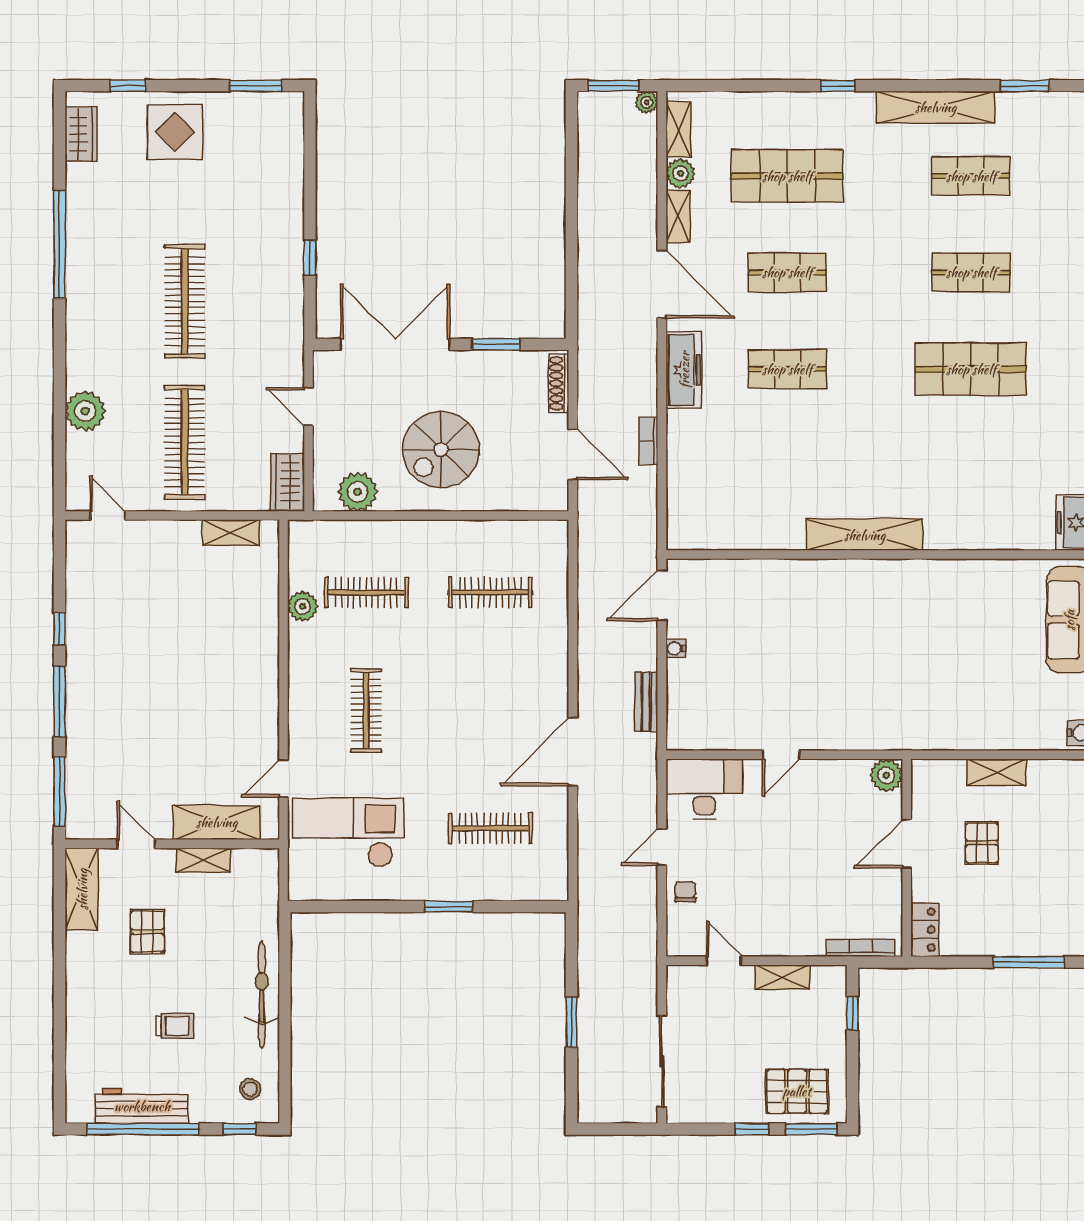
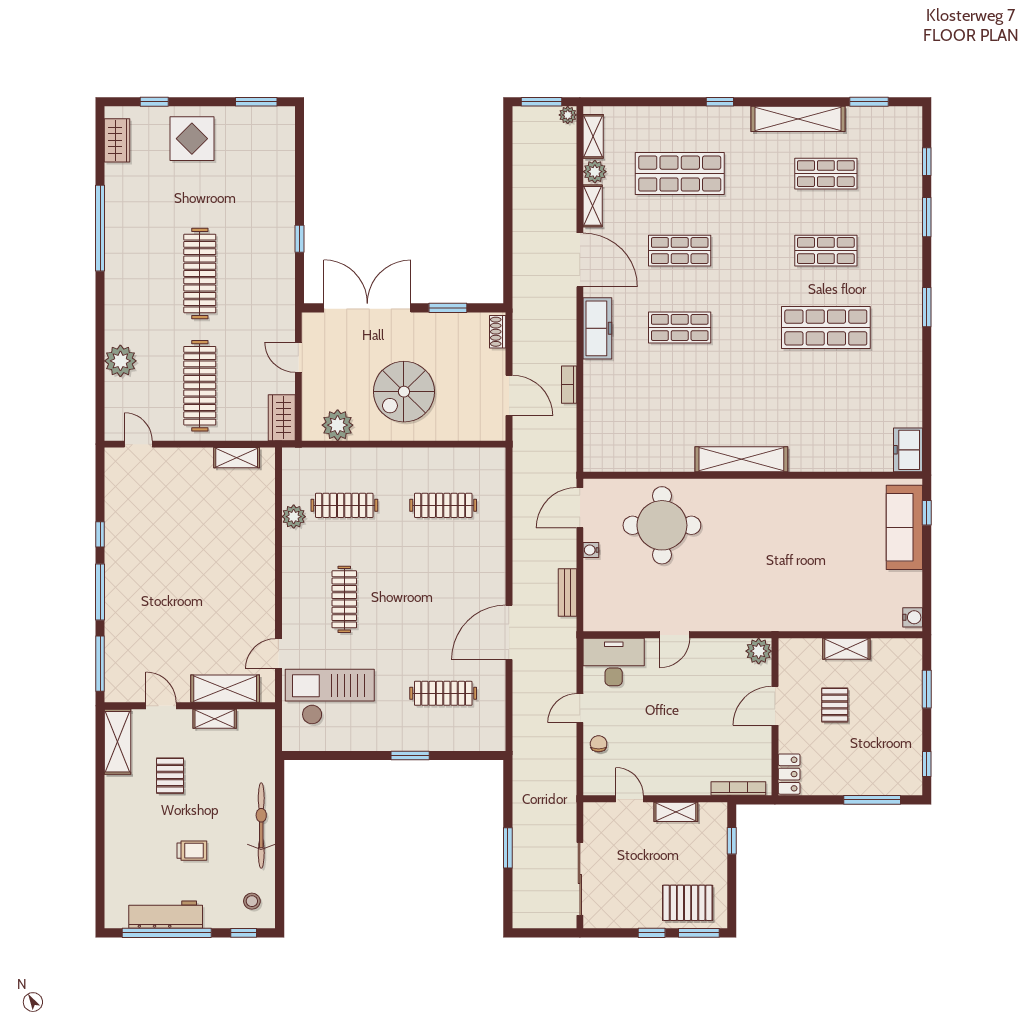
shoe rack: (559, 383) -> (498, 332), width x0.70
round table: (765, 617) -> (662, 525), added

